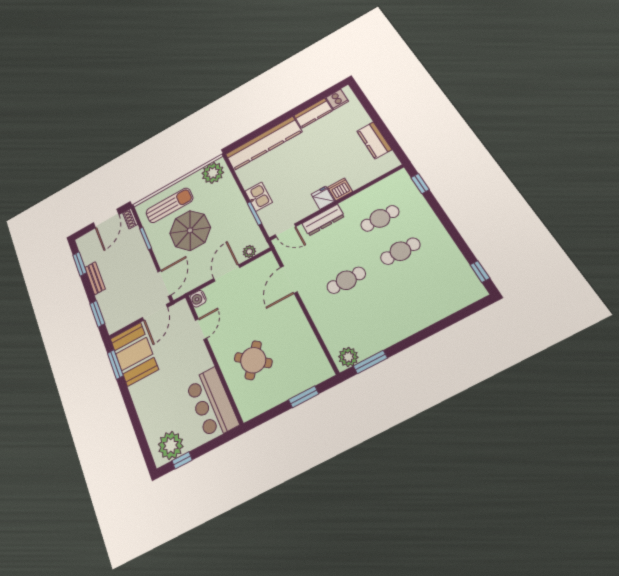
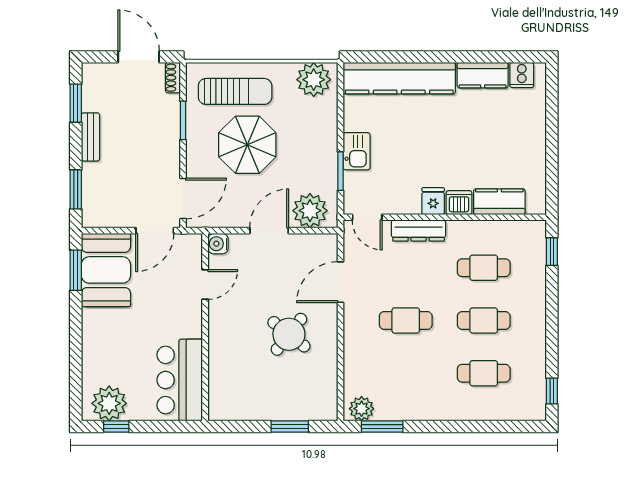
kitchen counter: (374, 140) -> (499, 202), moved, turned 90
door: (106, 219) -> (139, 57), swing flipped
plant: (249, 252) -> (310, 211), width x1.88, depth x1.88
cafe table: (422, 286) -> (484, 373), added
round table: (253, 360) -> (289, 334), moved

